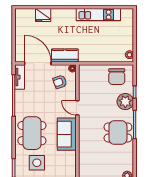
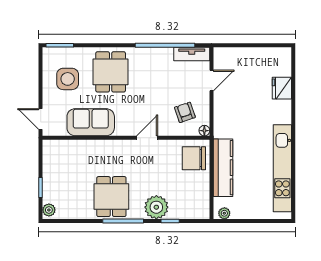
kitchen unit: (98, 15) -> (282, 168), width x1.36
kitchen counter: (65, 56) -> (223, 168), moved, width x1.50
door: (38, 63) -> (212, 80), width x0.53
chair: (117, 77) -> (194, 158), moved
dining table: (32, 133) -> (111, 72), width x0.73
sofa: (67, 134) -> (91, 122), moved

